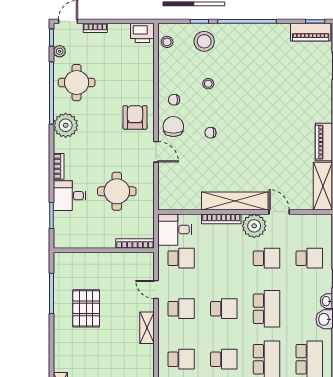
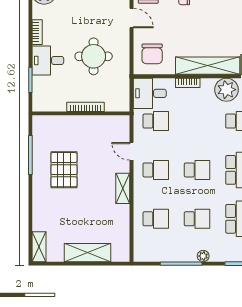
chair: (177, 189) -> (152, 54), added
bookcase: (221, 219) -> (188, 83), width x0.64
bookcase: (135, 244) -> (86, 107), moved

